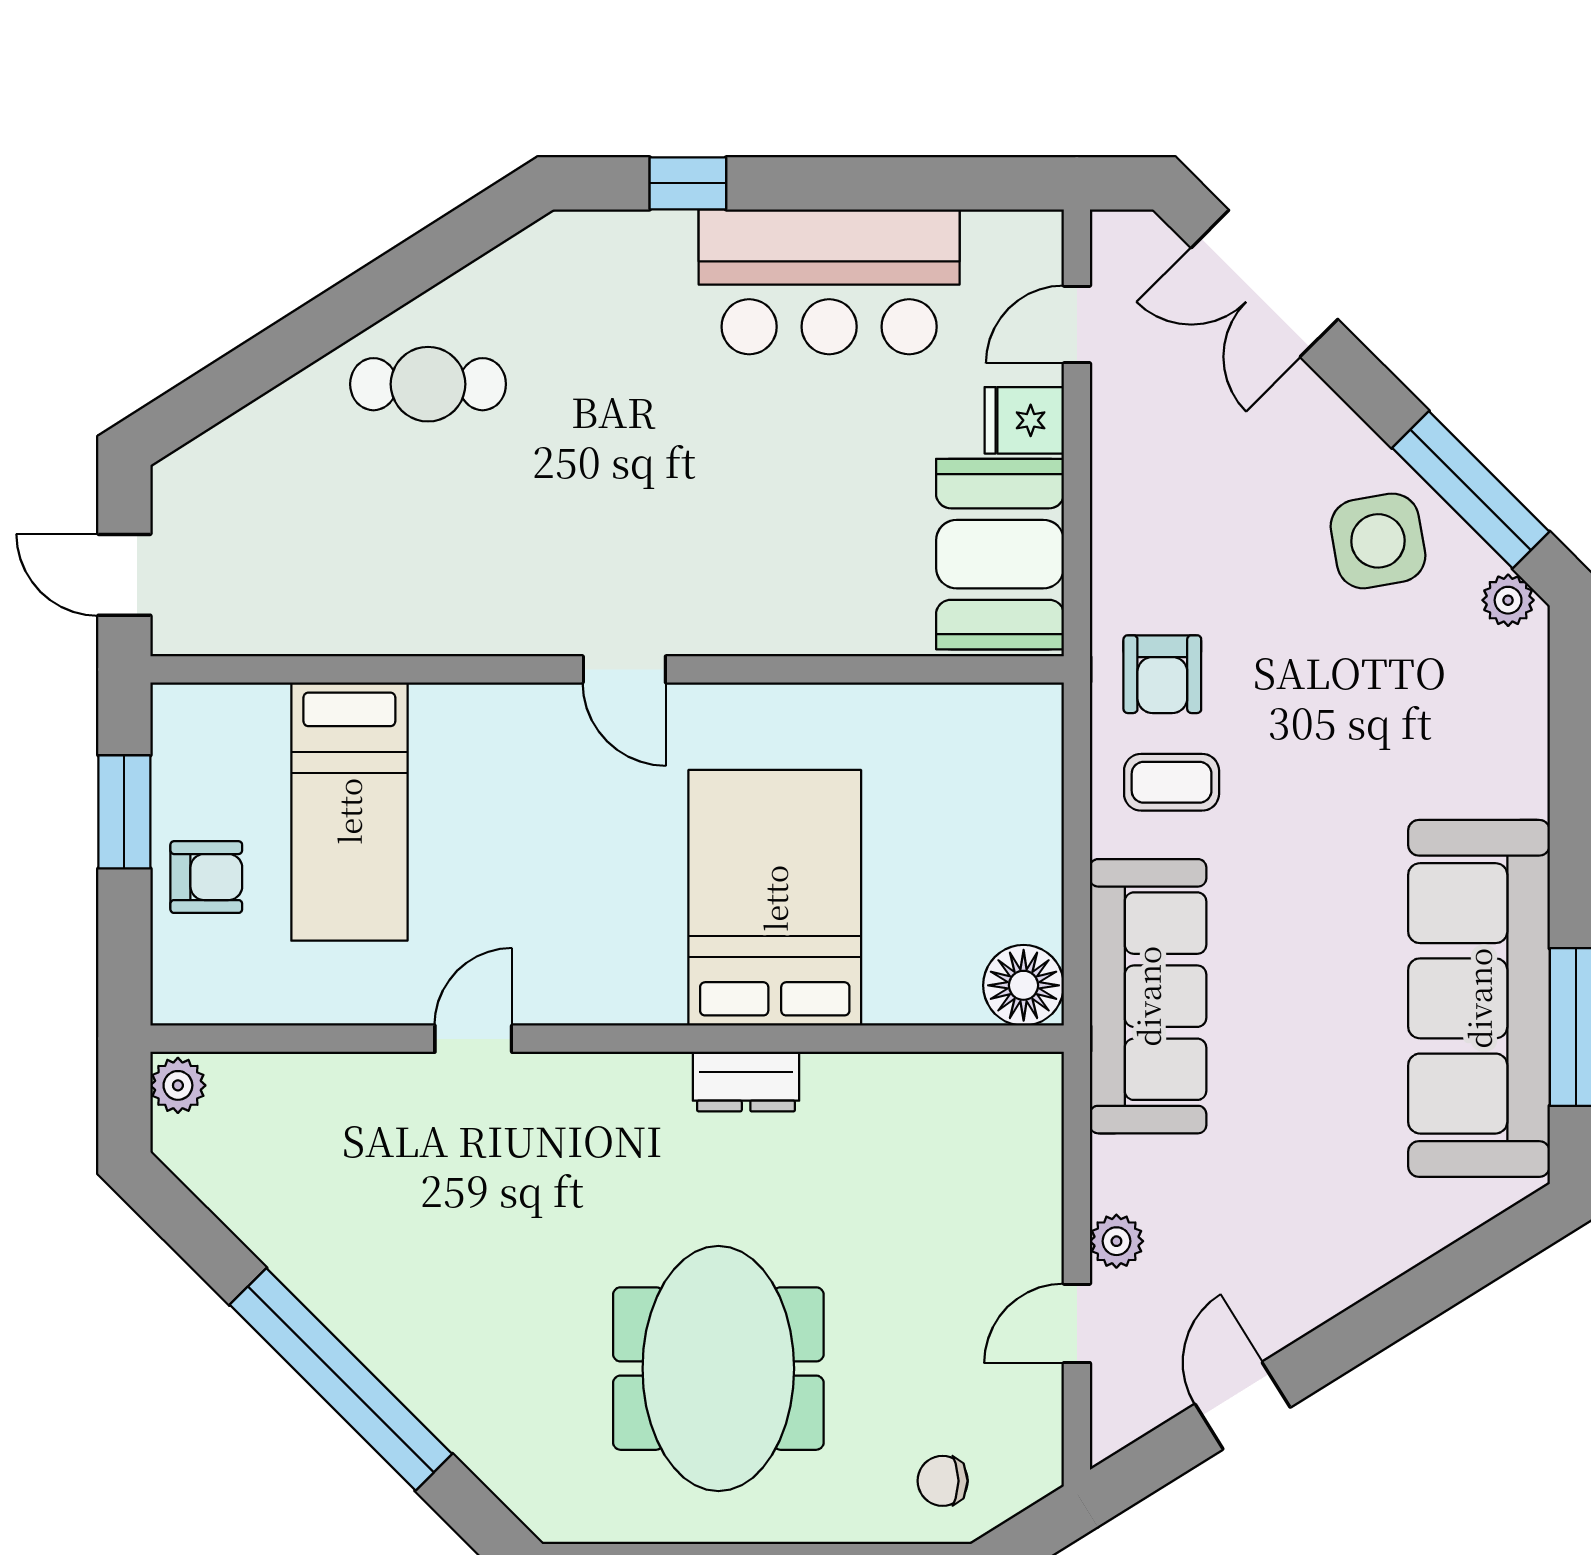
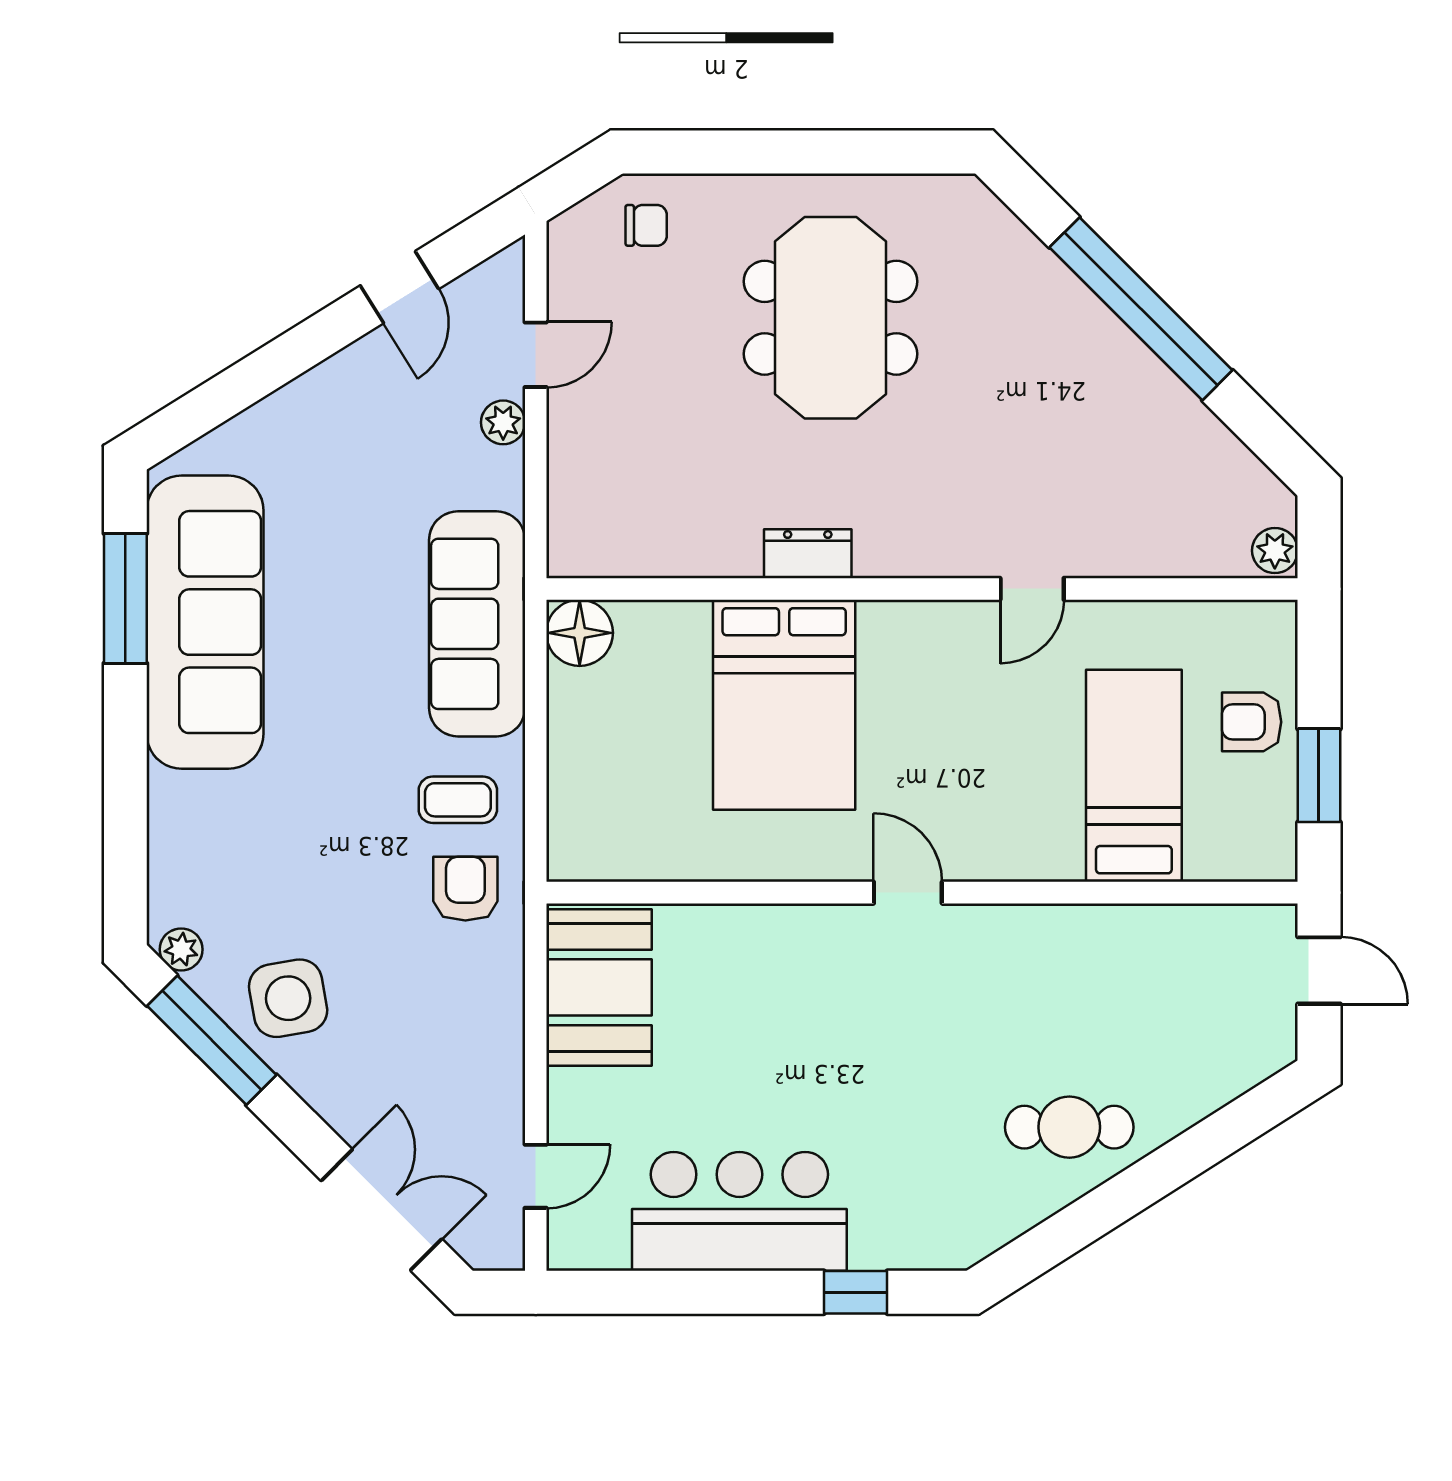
fridge: (1024, 420) -> (579, 1097), removed

